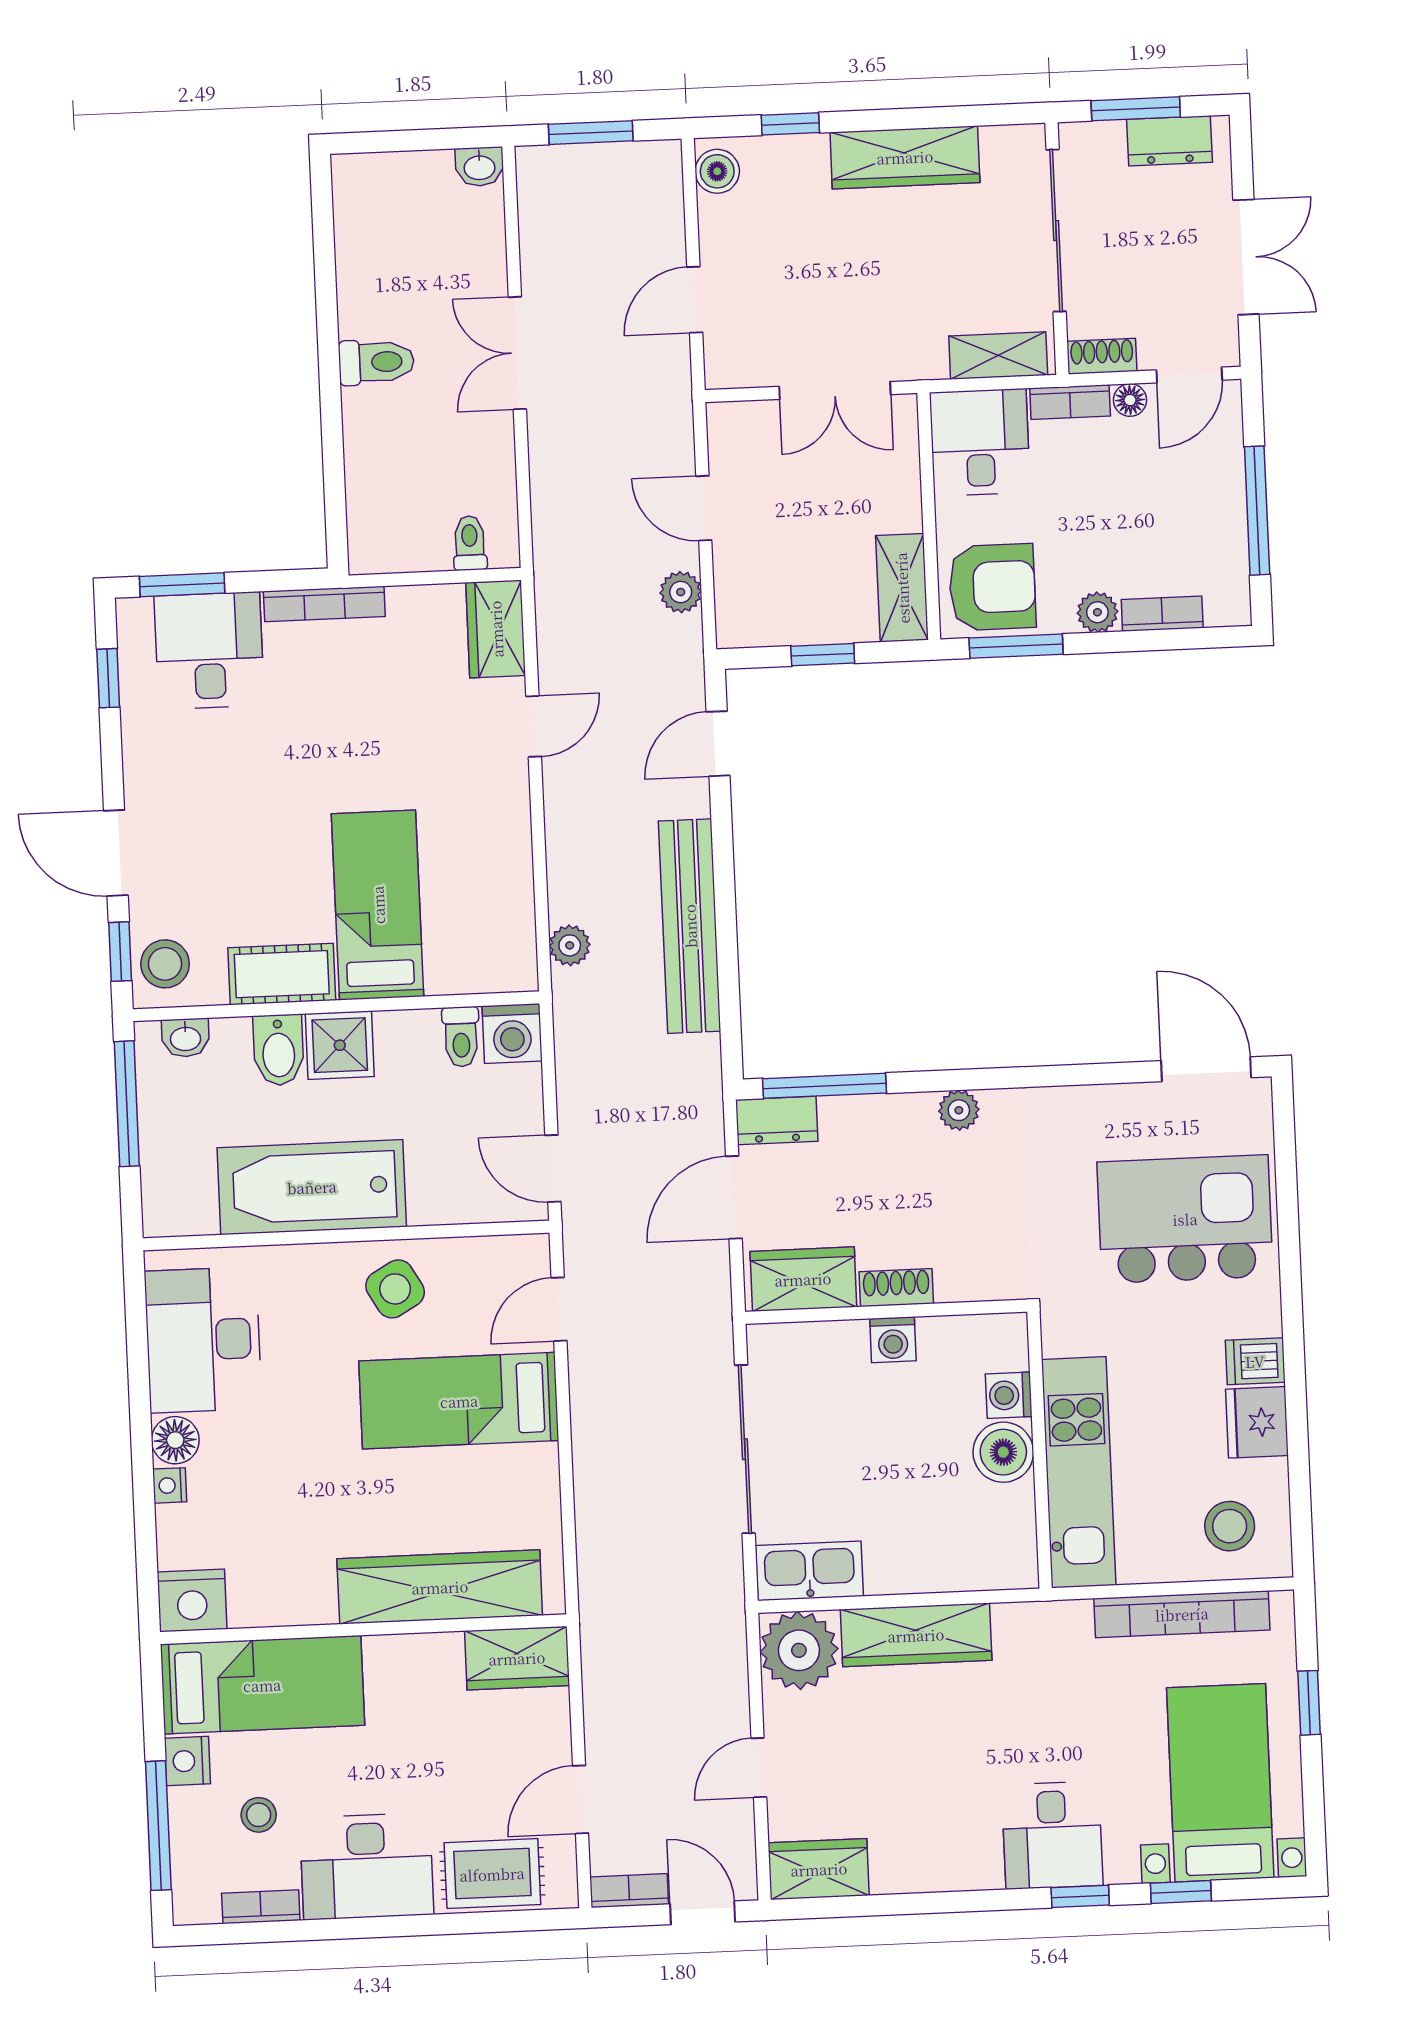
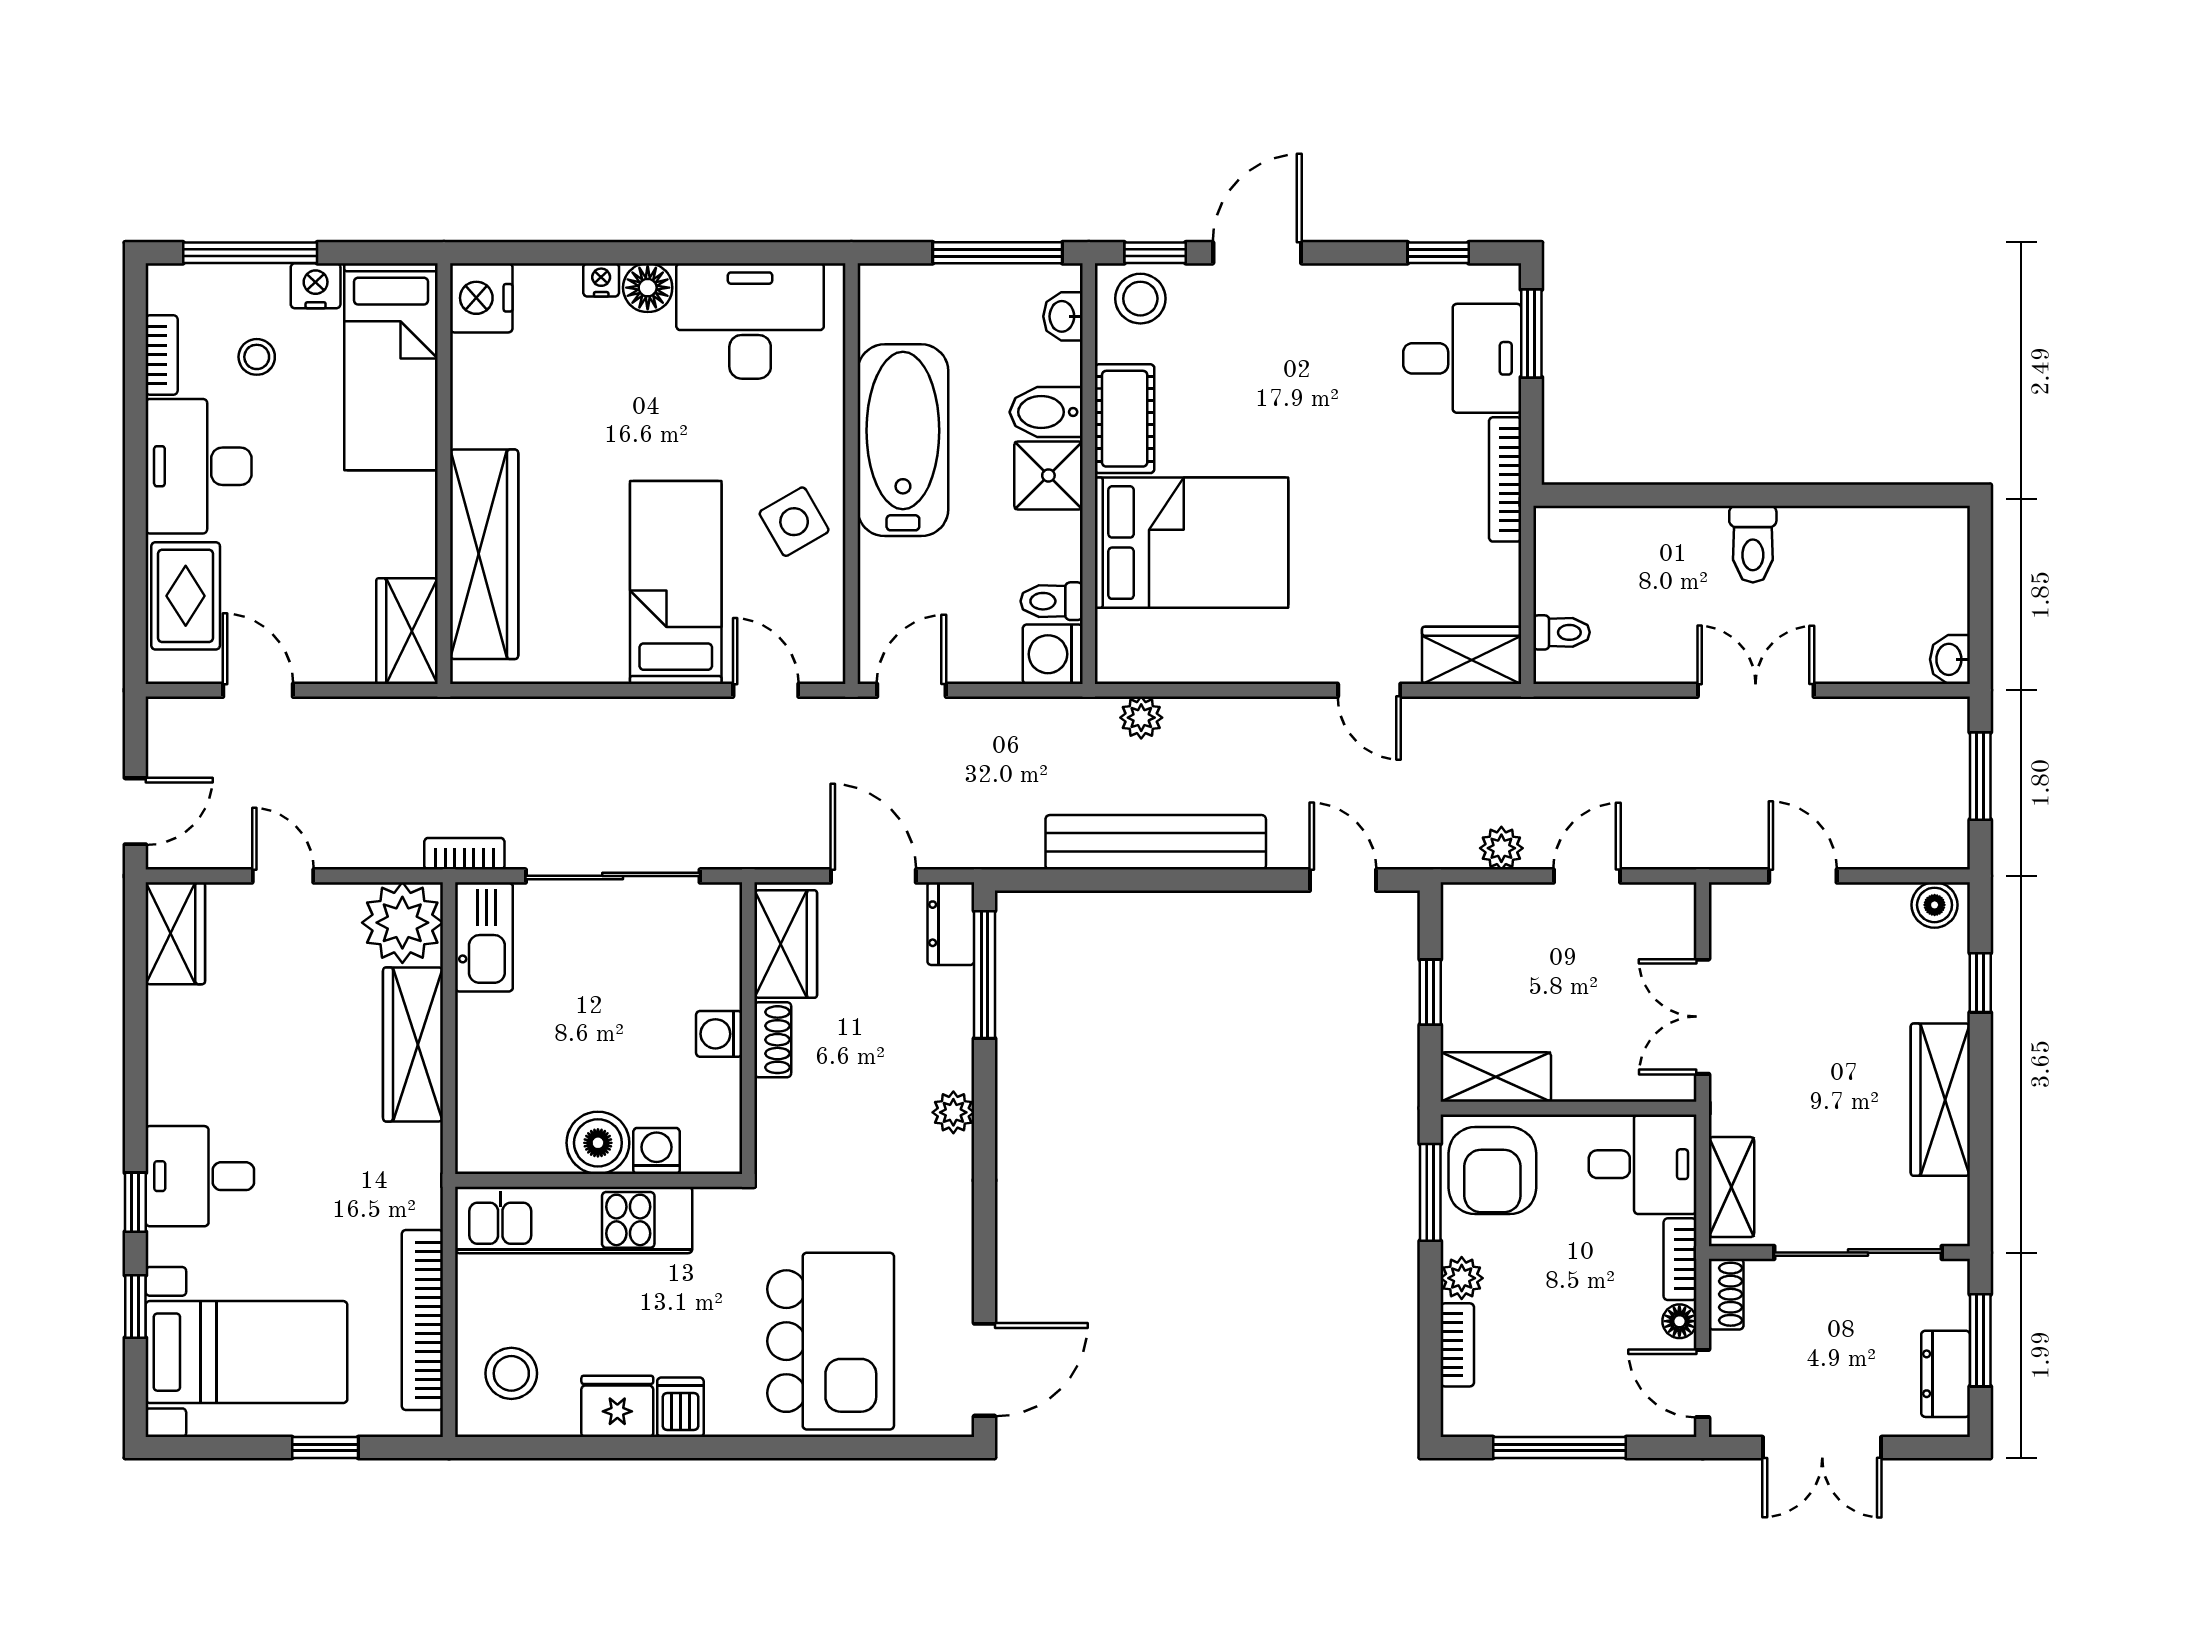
bed: (378, 905) -> (1192, 543), width x1.50
bookcase: (629, 1891) -> (464, 854), moved, turned -90

